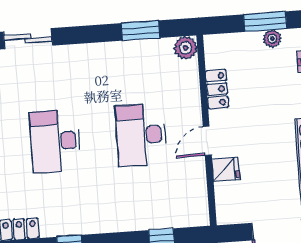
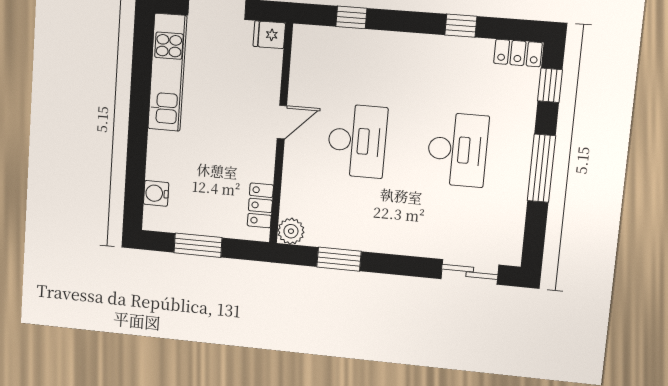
plant: (272, 39) -> (193, 225), removed
locker: (217, 89) -> (260, 205), moved
fridge: (226, 169) -> (269, 35), moved

